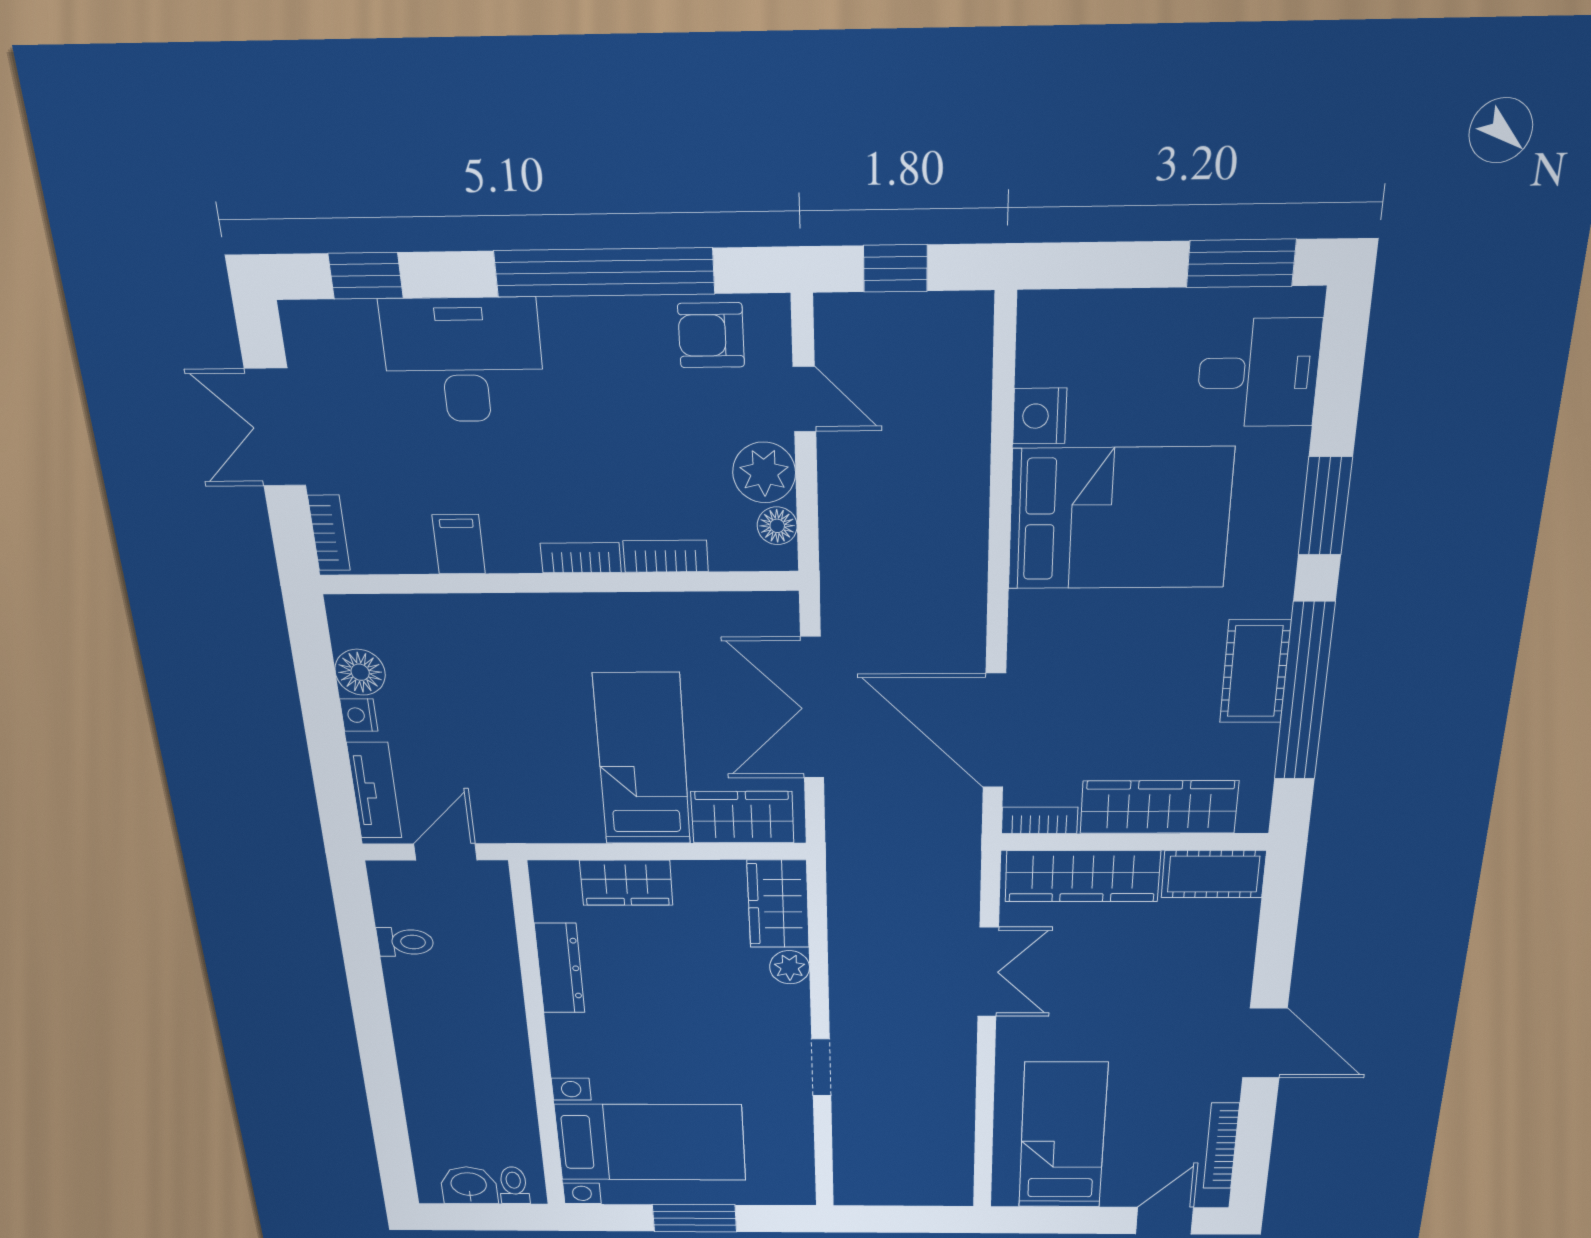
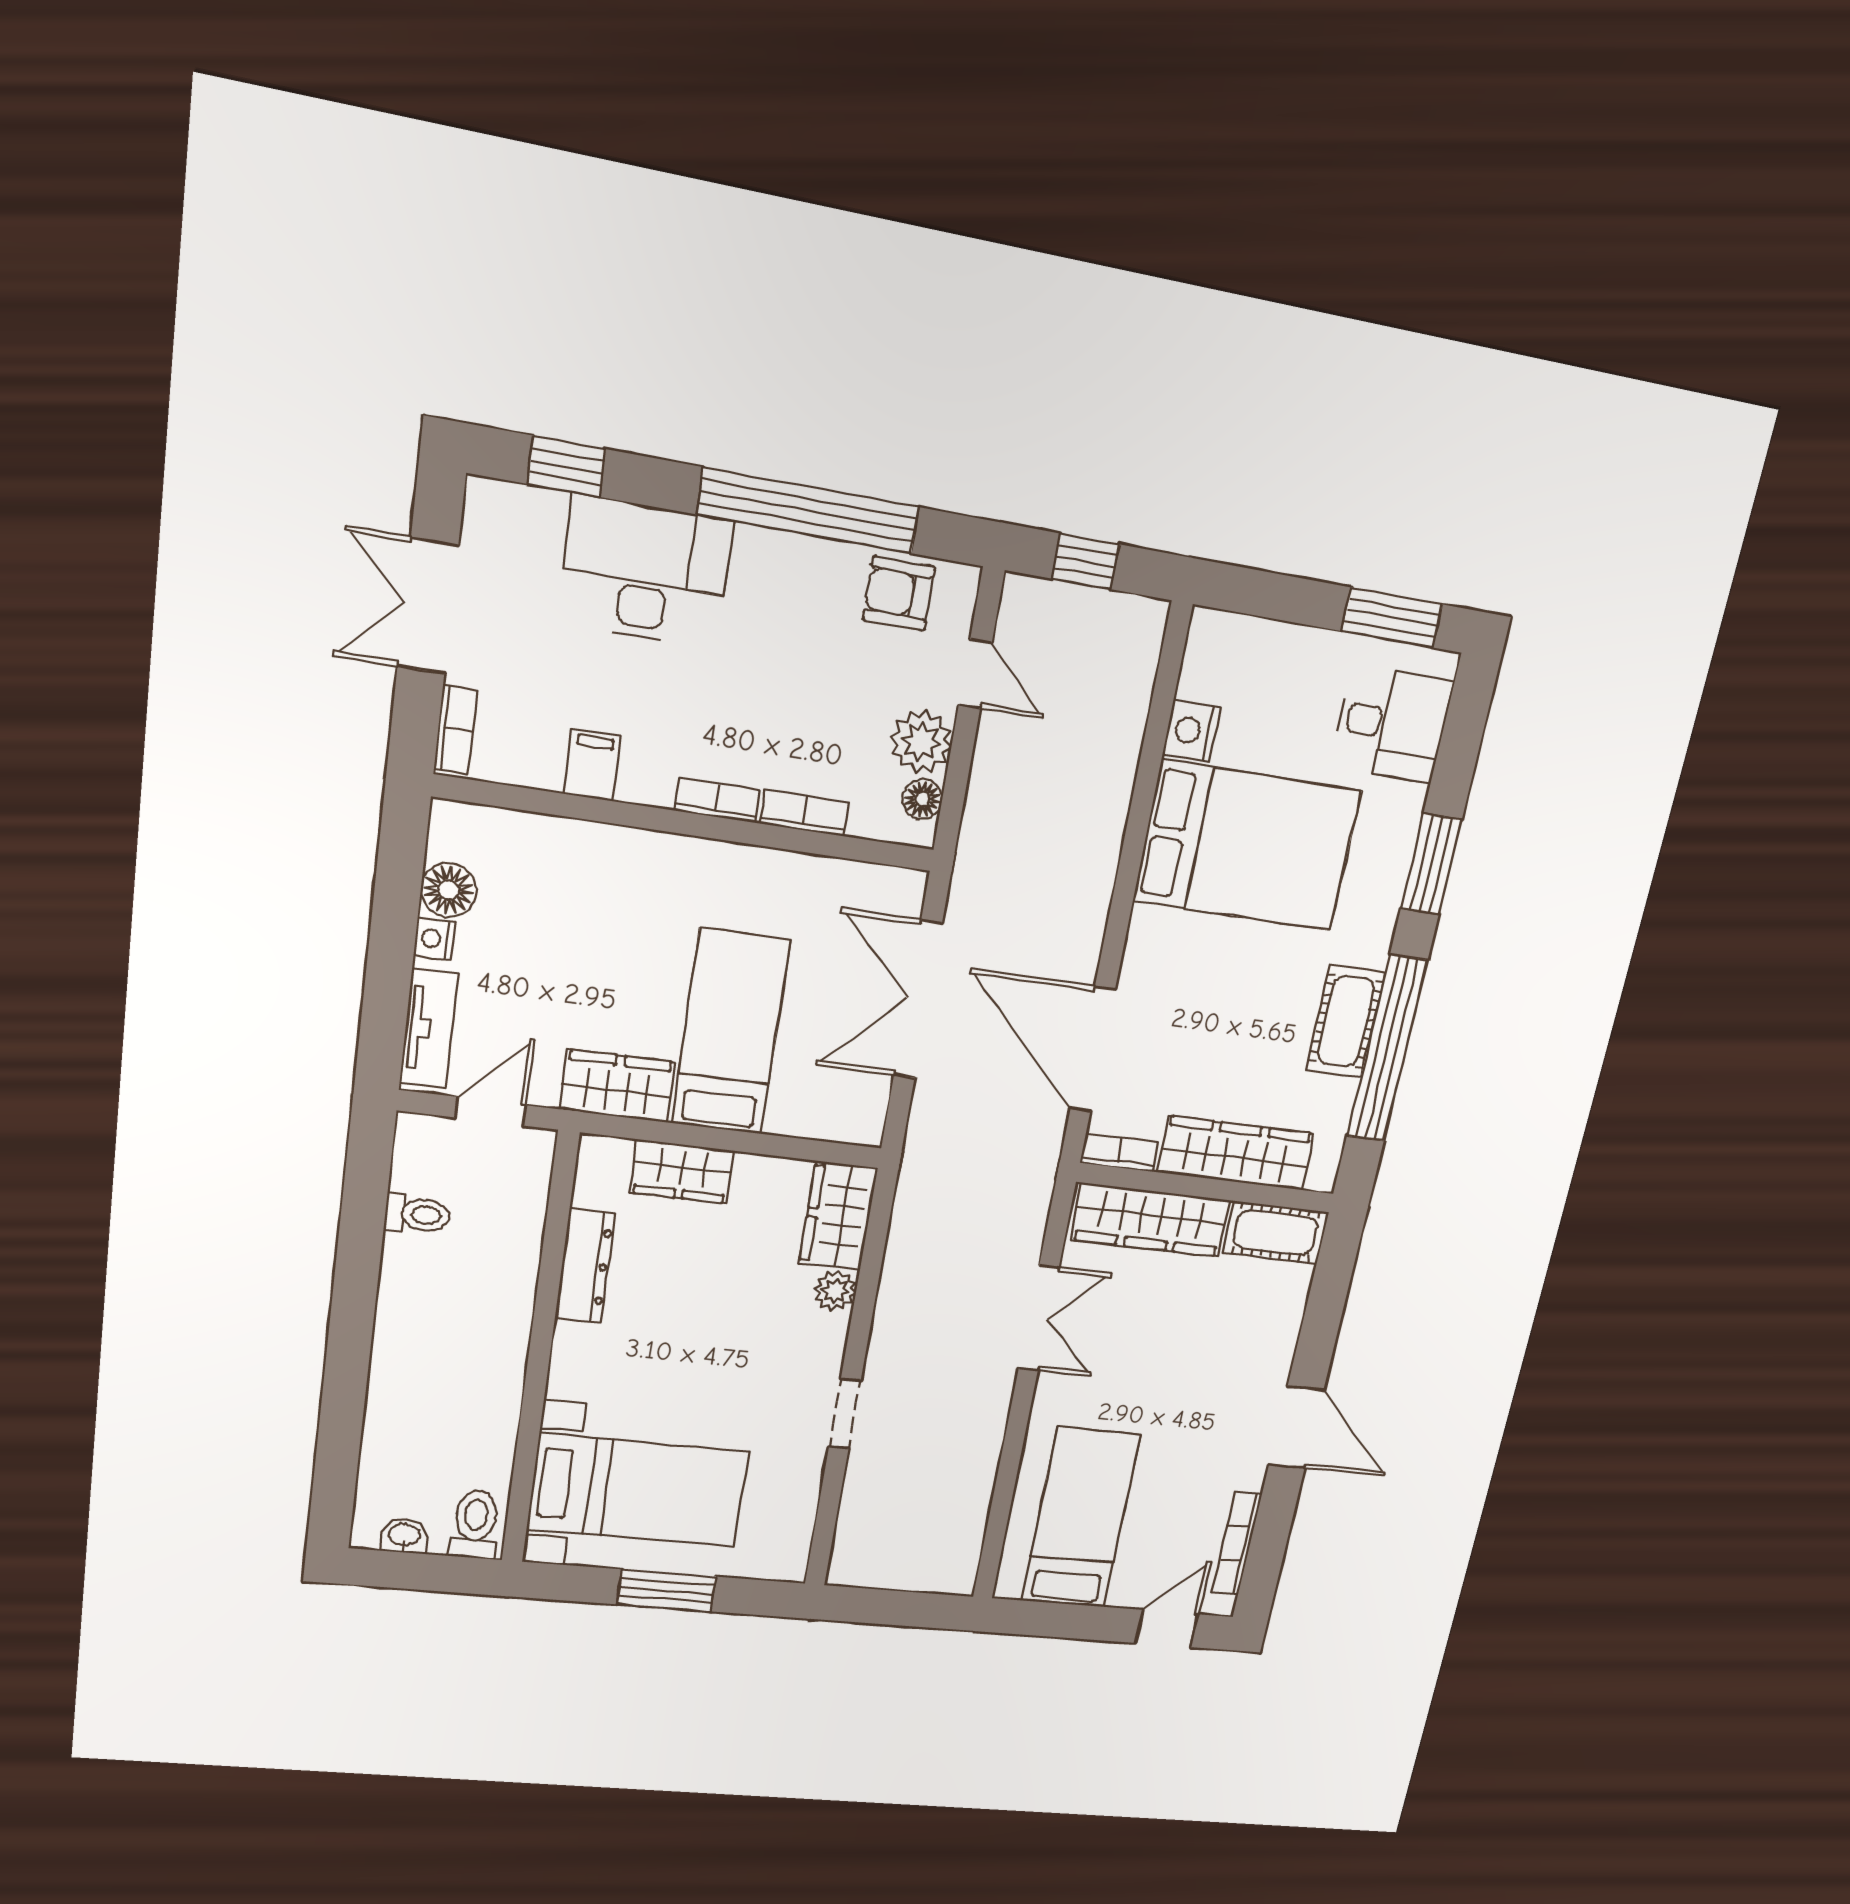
wardrobe: (743, 817) -> (617, 1086), moved
washbasin: (469, 1185) -> (404, 1536), width x0.72, depth x0.69
toilet: (514, 1185) -> (475, 1524), width x1.37, depth x1.39

